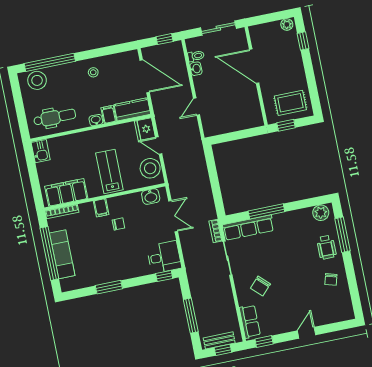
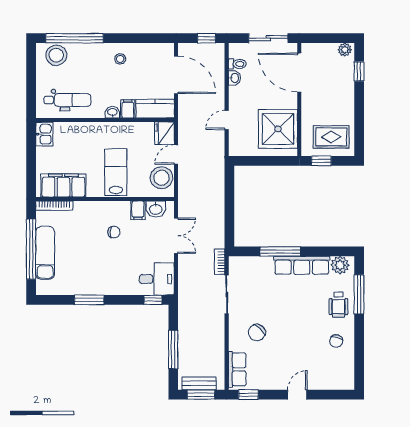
door: (254, 66) -> (299, 73), moved
shower: (243, 105) -> (278, 129), added
door: (159, 146) -> (176, 155), hinge flipped
filing cabinet: (101, 208) -> (138, 210), moved
row of seats: (248, 228) -> (302, 265), moved
window: (223, 350) -> (201, 395), width x1.50

